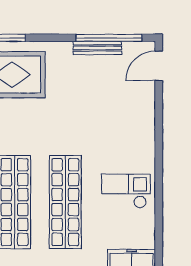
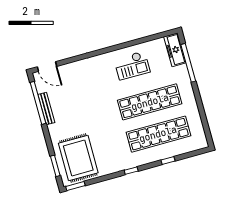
checkout: (126, 191) -> (132, 65), turned -90

